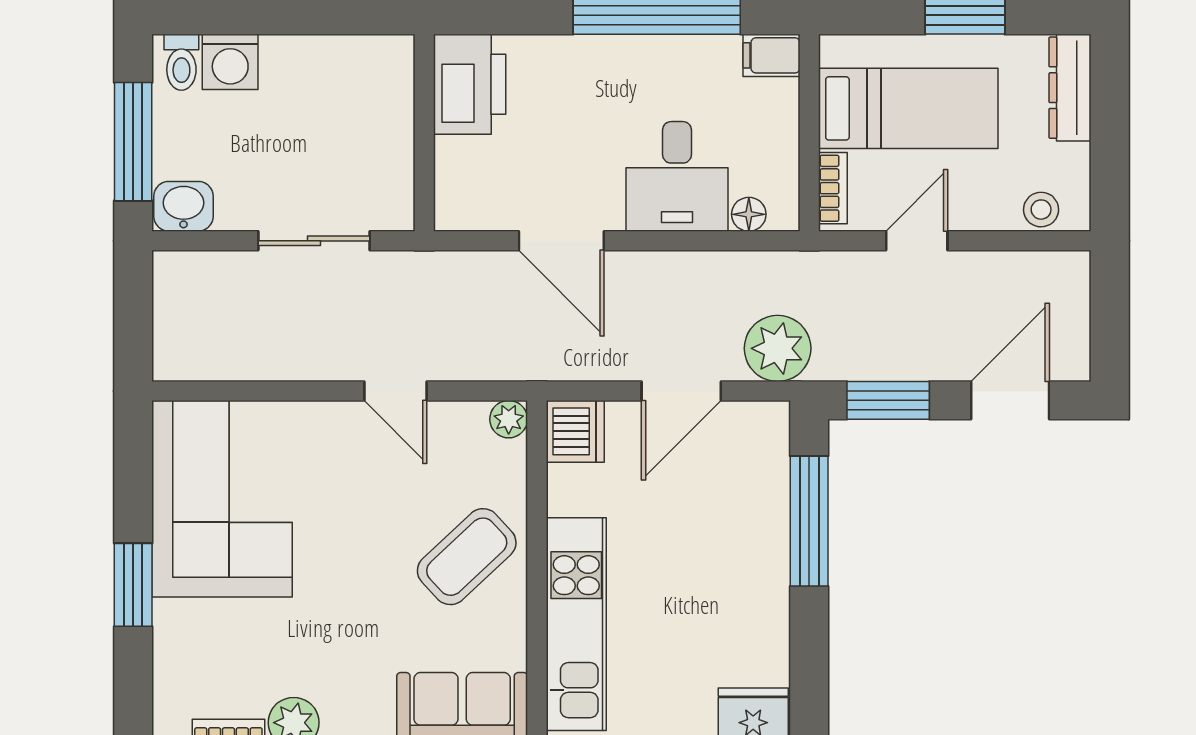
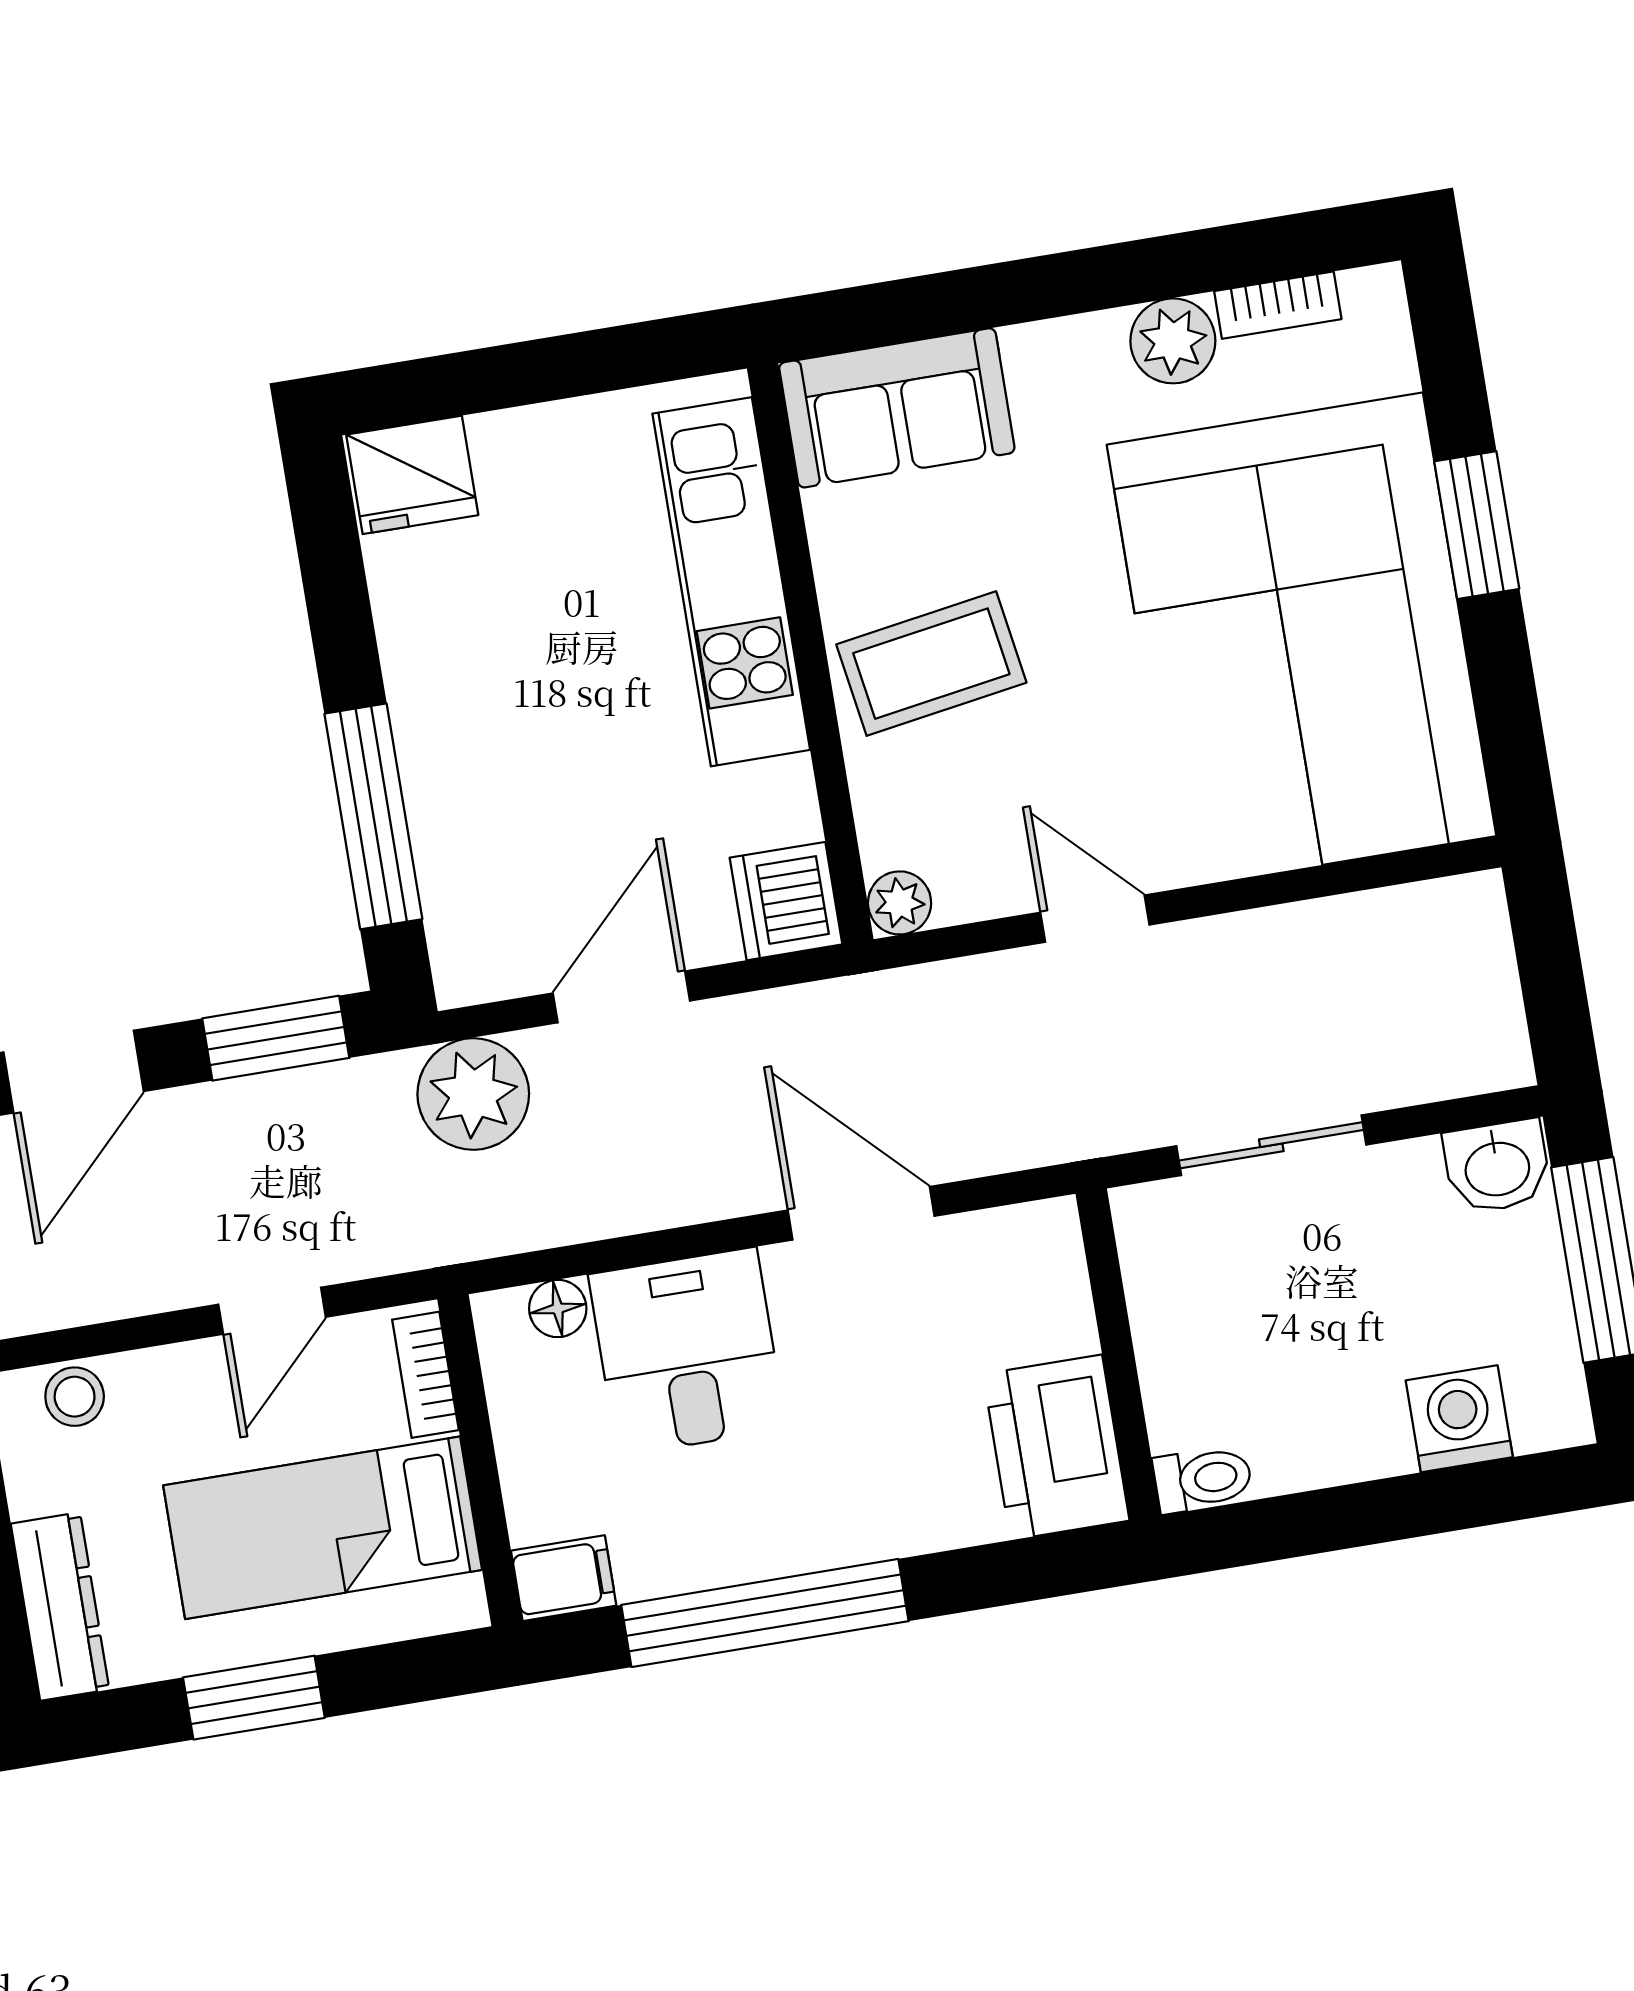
toilet: (181, 62) -> (1203, 1479), moved, turned 90
corner sofa: (222, 499) -> (1301, 640), width x1.36, depth x1.36
coffee table: (467, 557) -> (931, 664), turned 34

